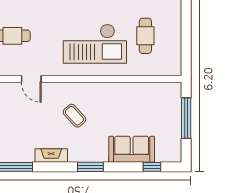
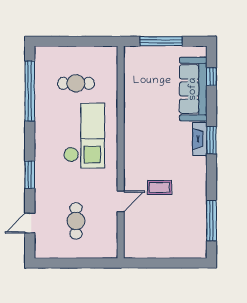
coffee table: (74, 116) -> (159, 187), moved, turned 42
sofa: (132, 149) -> (193, 89), width x1.36
fireplace: (51, 155) -> (200, 139), moved

